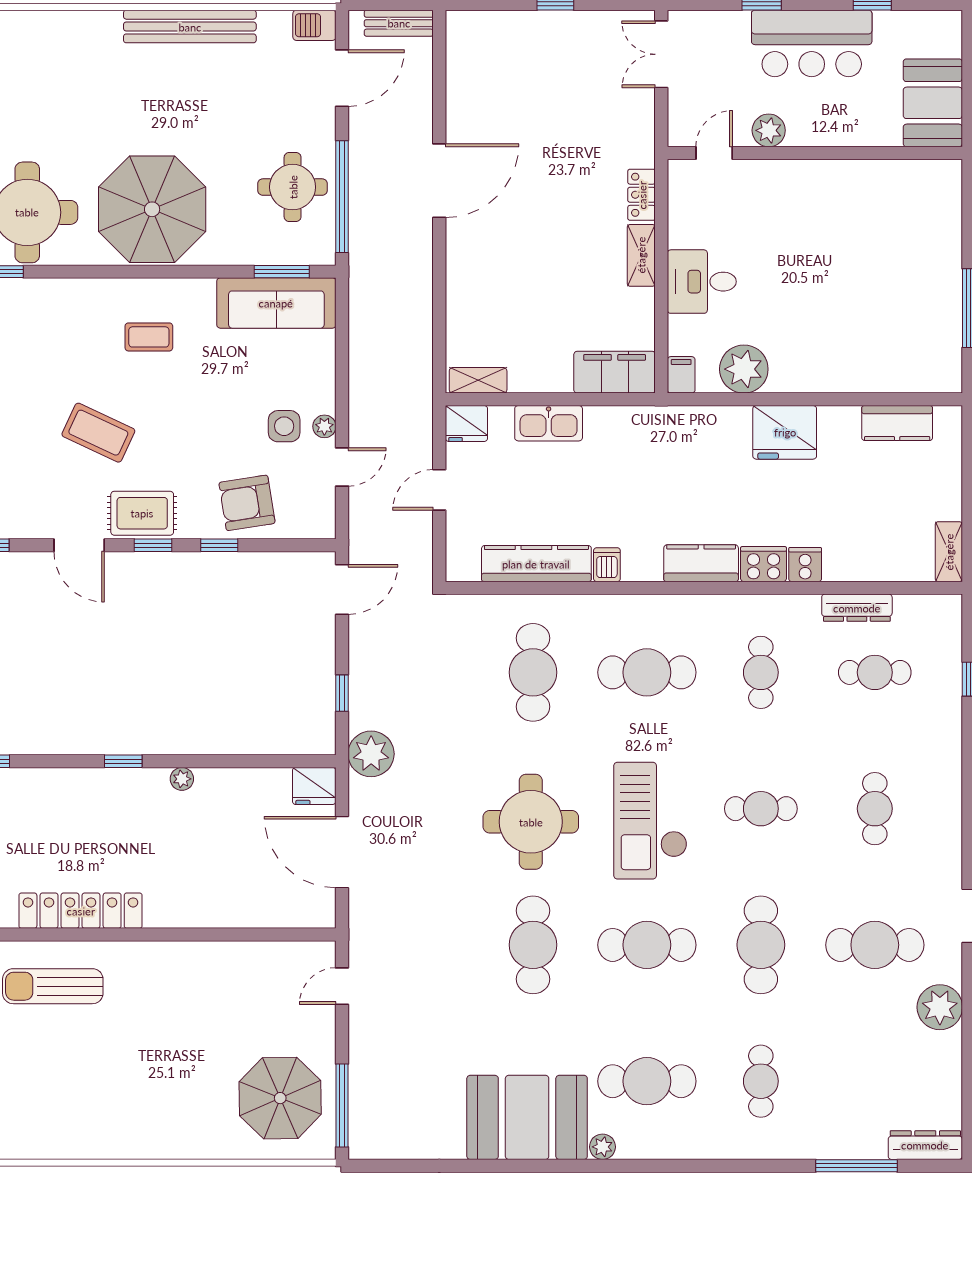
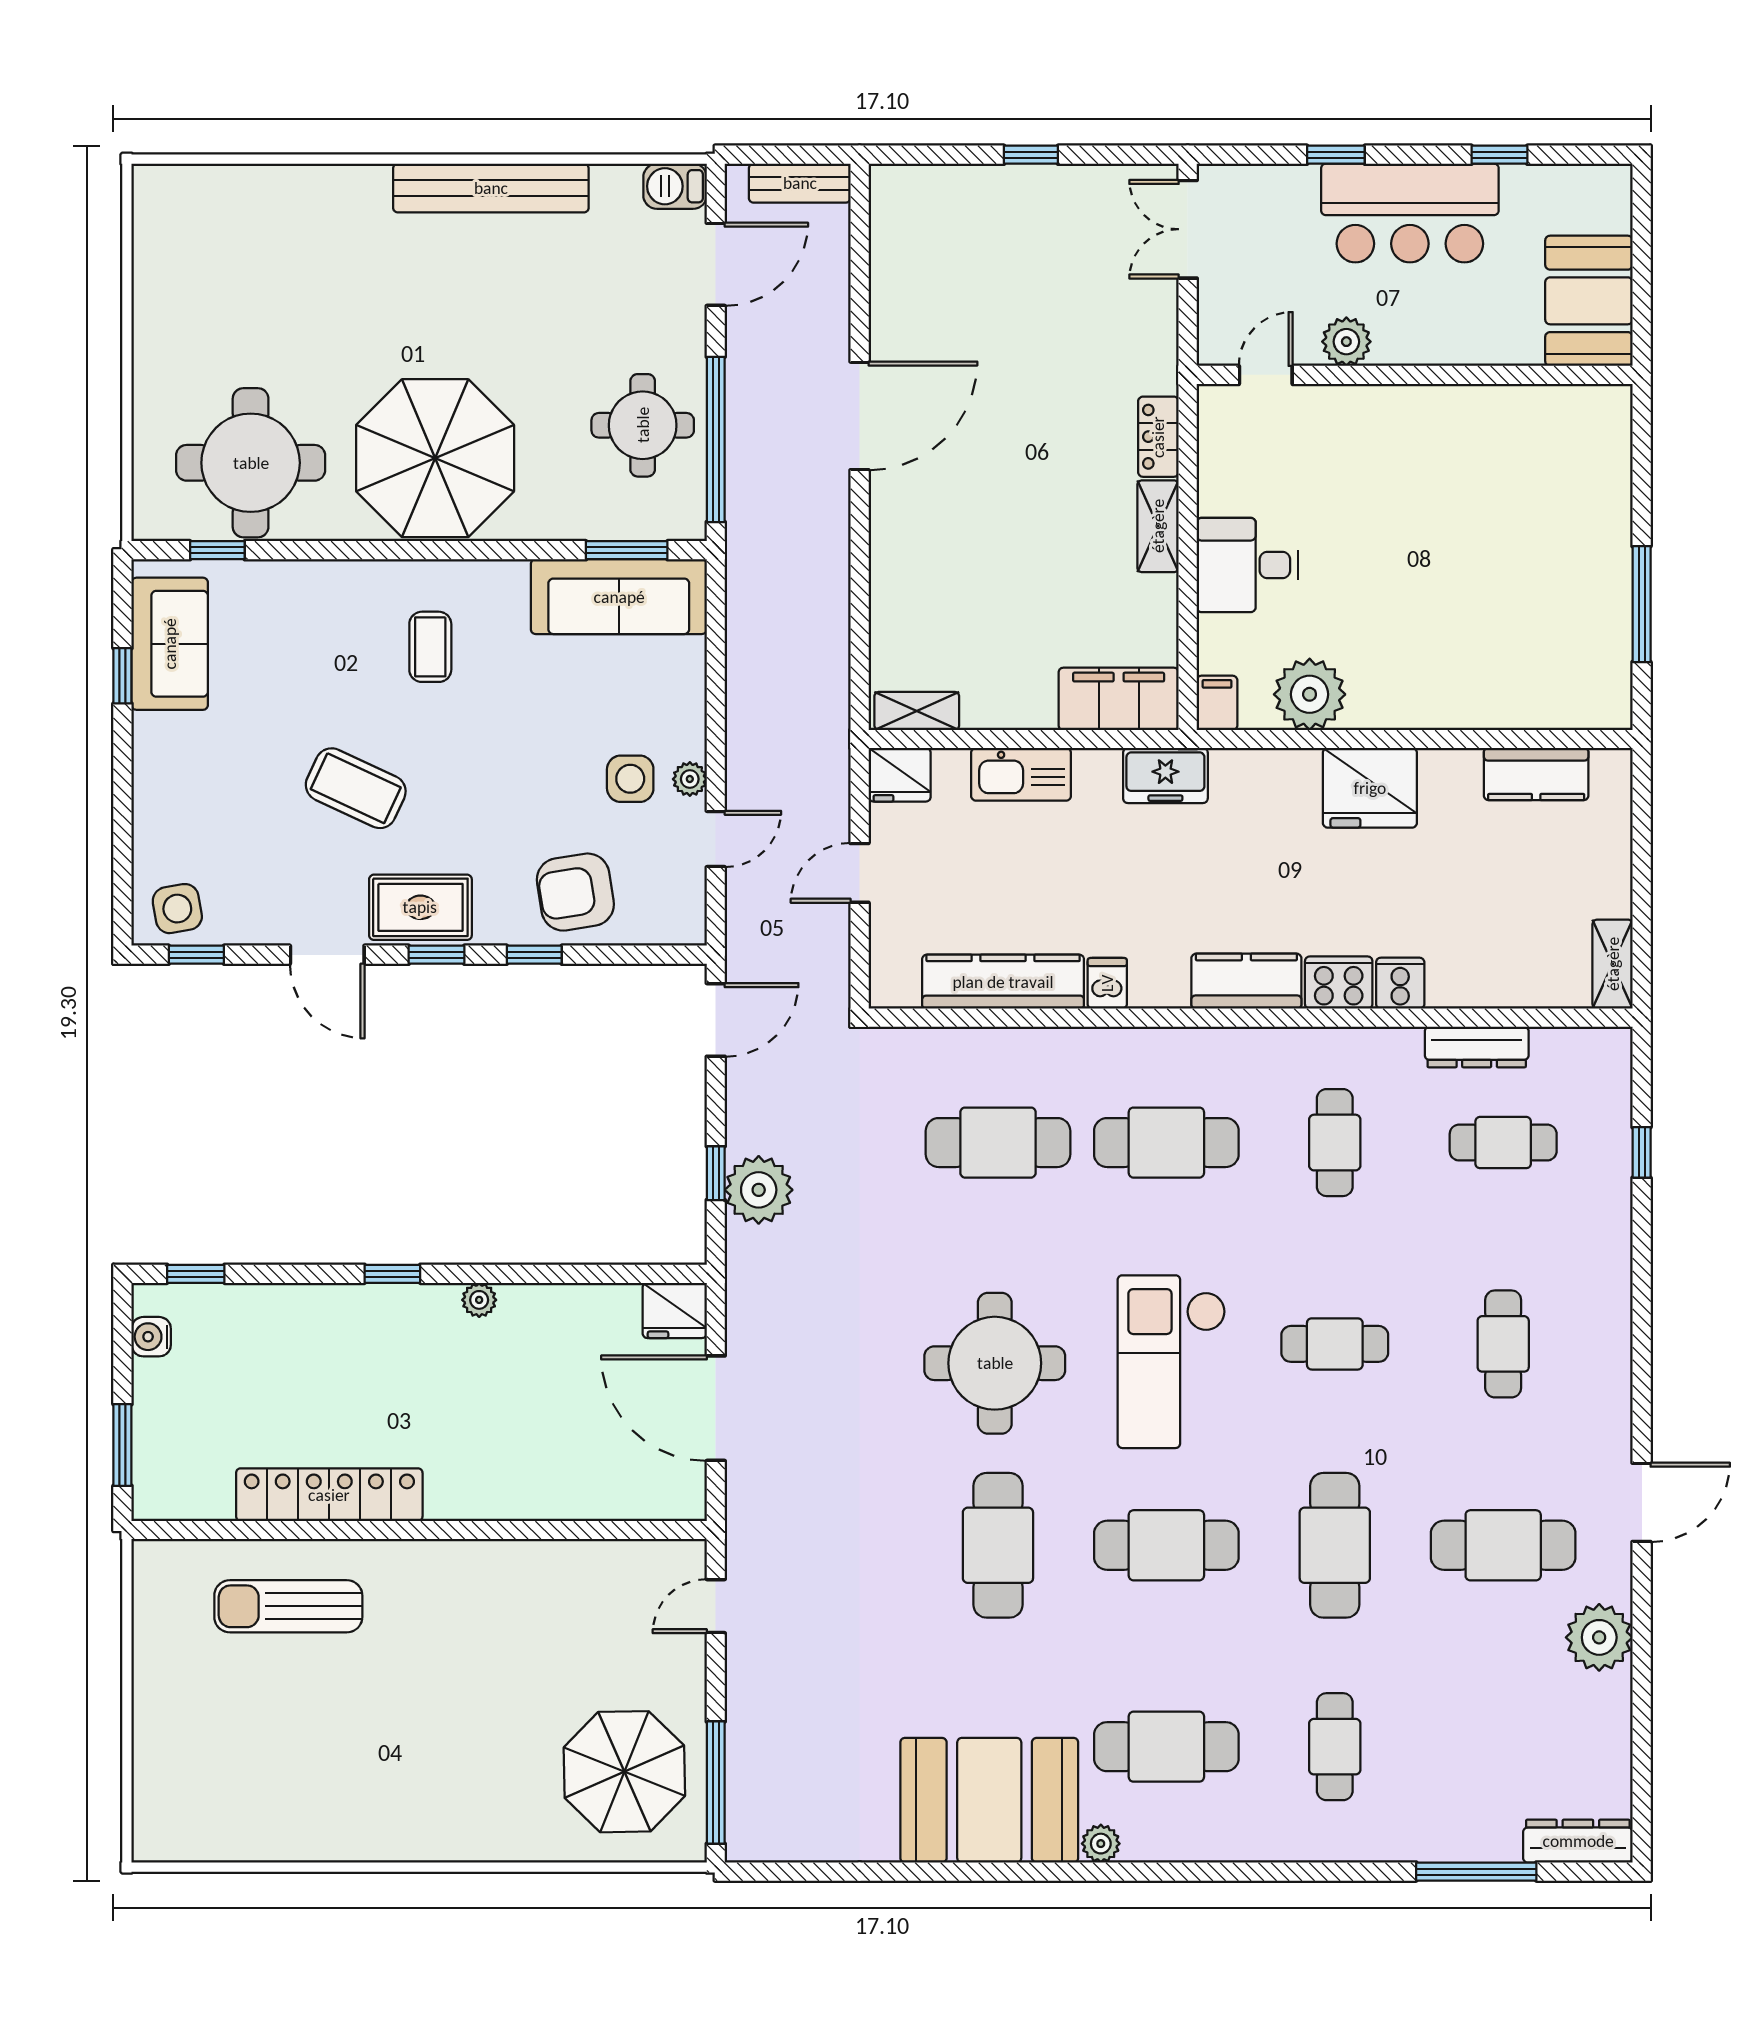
coffee table: (149, 337) -> (430, 647), turned 90
freezer: (646, 424) -> (1165, 776), added
cafe table: (533, 672) -> (998, 1143), turned 90
plant: (371, 754) -> (759, 1190), moved

